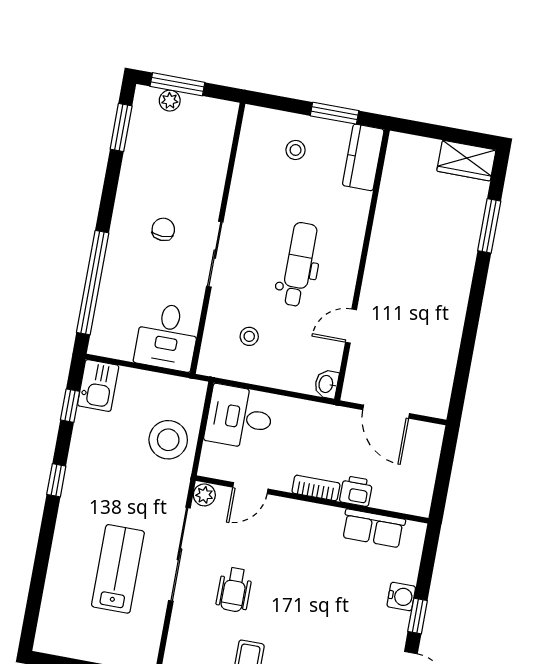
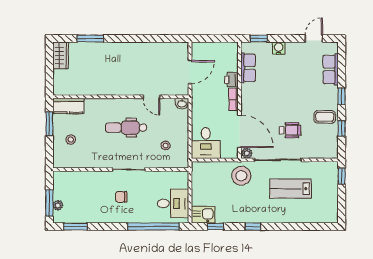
desk: (167, 337) -> (173, 203), moved
stool: (168, 440) -> (241, 176), moved
door: (250, 488) -> (239, 131), width x1.87
window: (418, 616) -> (259, 39), moved

